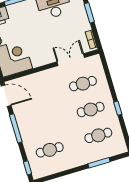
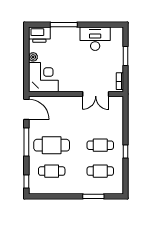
double door: (71, 60) -> (96, 94), swing flipped
cafe table: (83, 84) -> (52, 145), moved, width x1.37, depth x1.35

